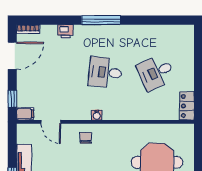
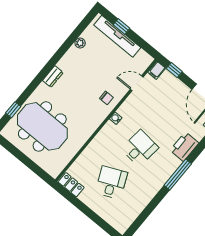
printer: (65, 31) -> (184, 147), width x1.87, depth x1.48

